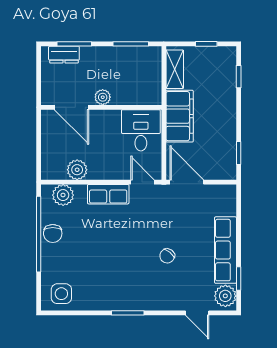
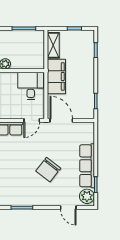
door: (142, 182) -> (32, 120), swing flipped
chair: (167, 256) -> (48, 170), width x1.87, depth x1.87

